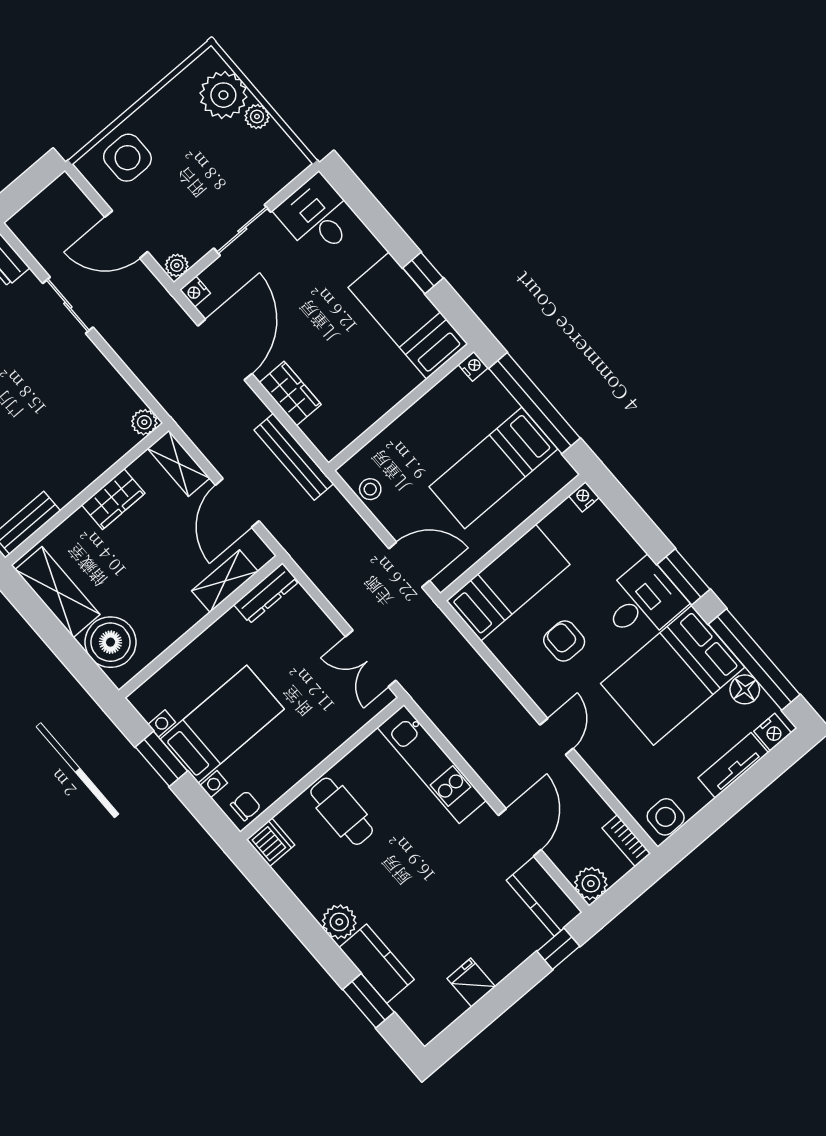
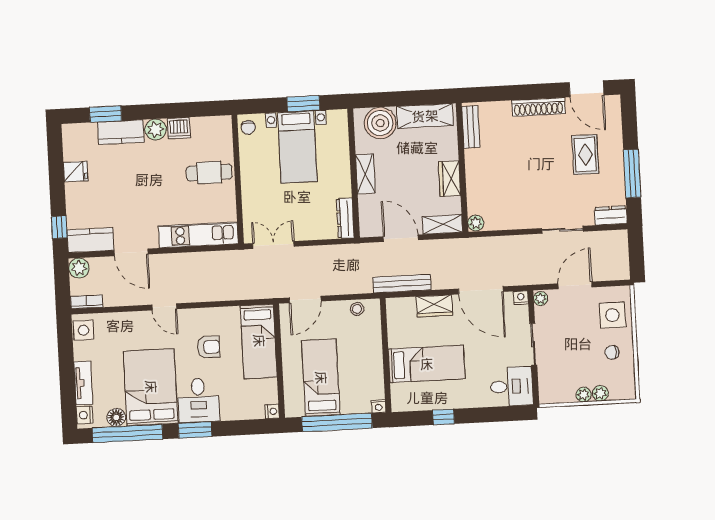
plant: (223, 95) -> (600, 393), width x0.53, depth x0.53
chair: (175, 122) -> (612, 352), added
bed: (408, 316) -> (427, 364), moved
shelving: (225, 581) -> (365, 174), moved
dishwasher: (271, 842) -> (179, 128), moved

